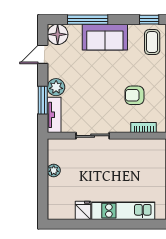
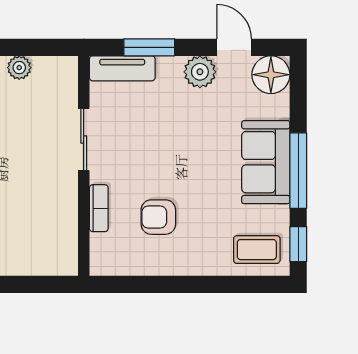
window: (88, 20) -> (298, 171), moved
plant: (56, 87) -> (200, 72), moved
armchair: (134, 95) -> (158, 217), turned -90
bookcase: (144, 127) -> (99, 208), moved

